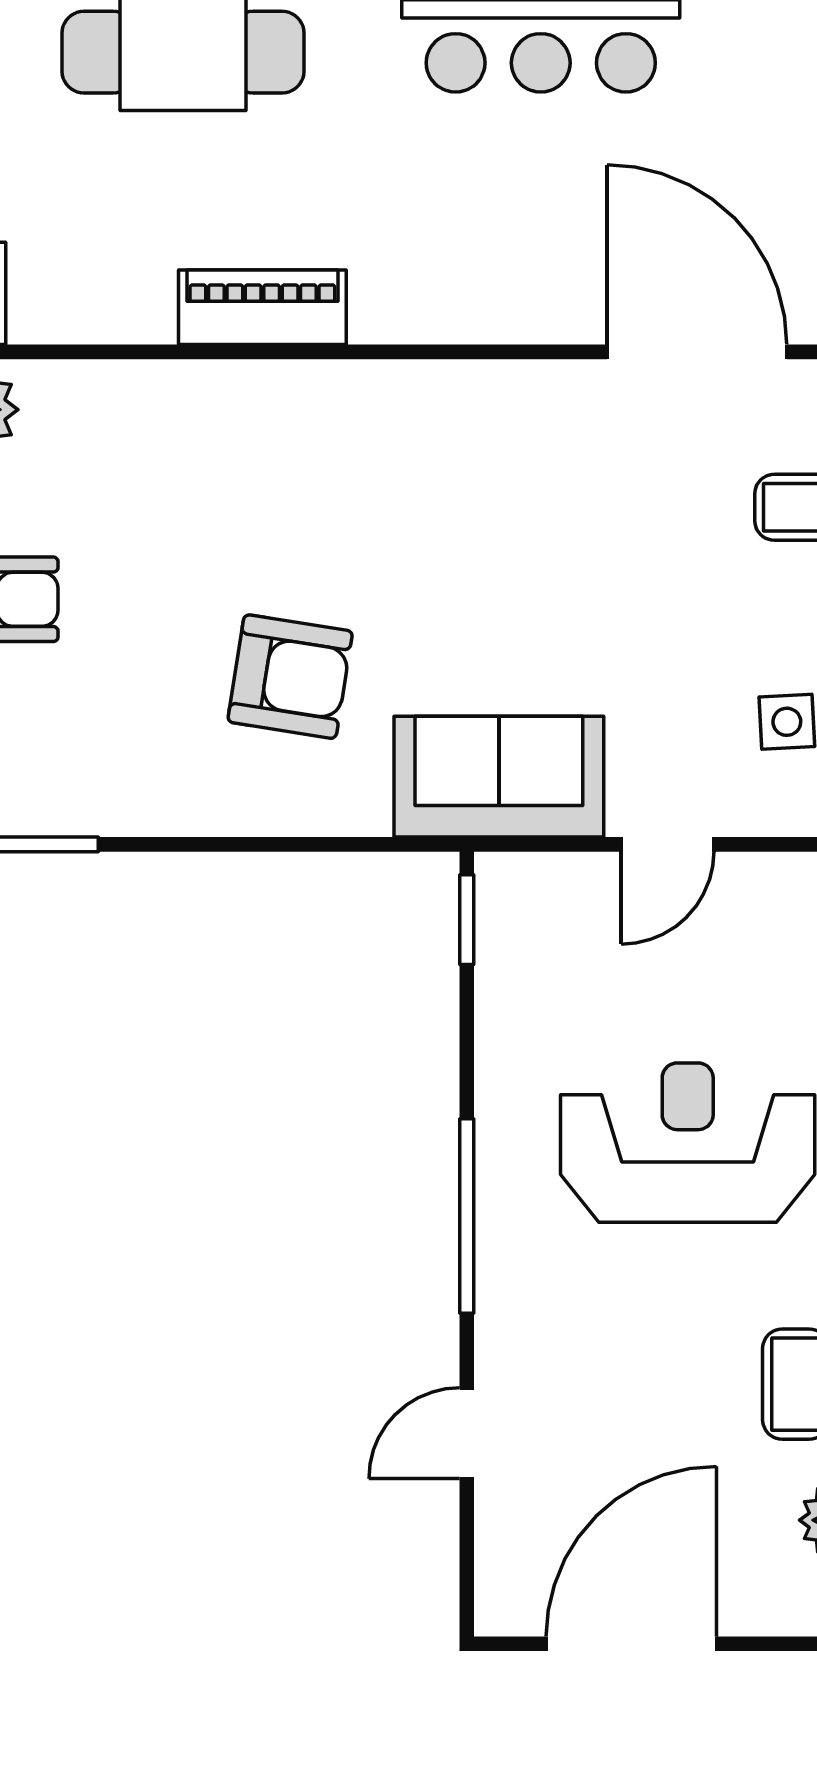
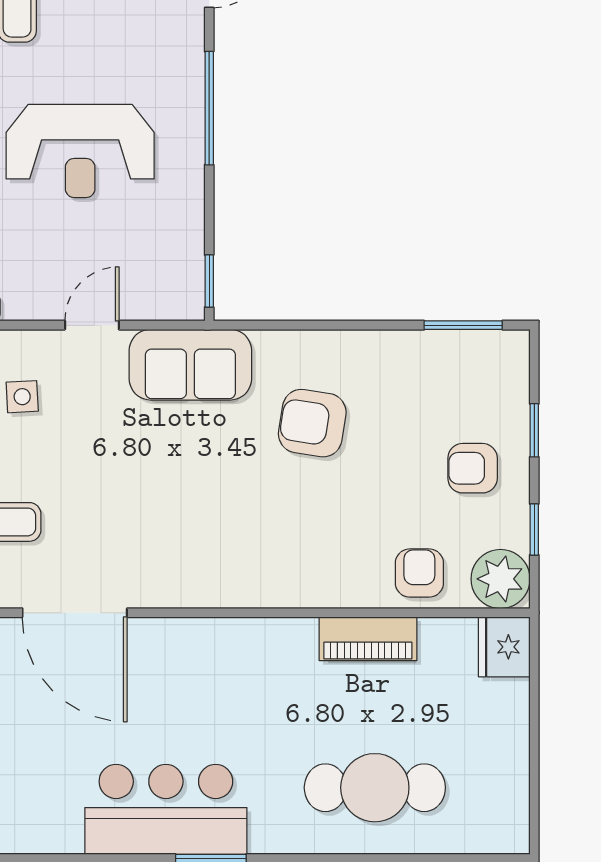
piano: (262, 307) -> (368, 639), moved
armchair: (107, 420) -> (419, 573), added

